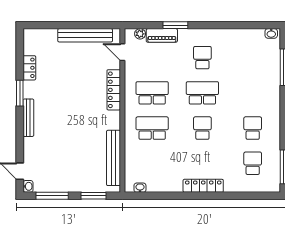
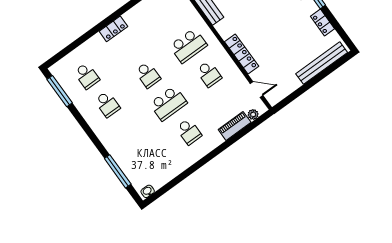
window: (175, 25) -> (230, 142), removed
bench: (85, 35) -> (322, 63), moved
school desk: (152, 93) -> (209, 74), width x0.54
locker: (203, 186) -> (113, 29), width x0.66

